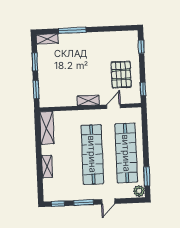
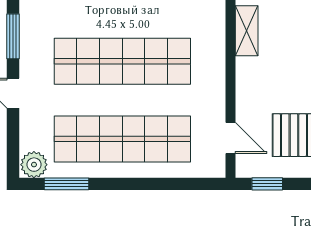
shelving: (88, 100) -> (247, 31), moved
door: (113, 106) -> (230, 138), moved

